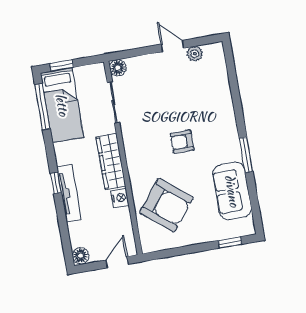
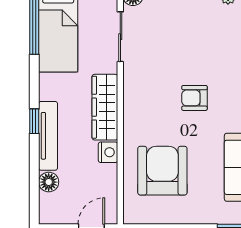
armchair: (166, 205) -> (162, 171), turned -129
floor lamp: (80, 256) -> (49, 182), moved

